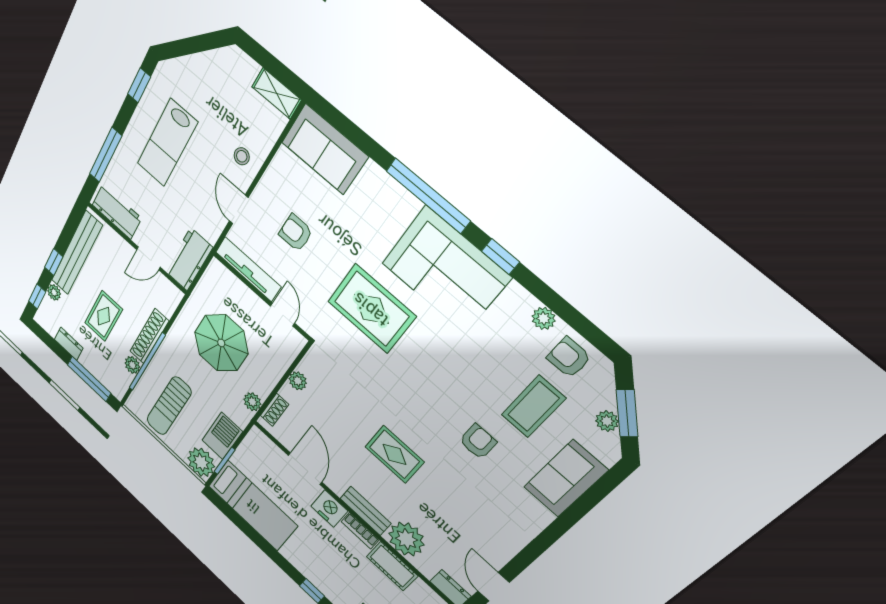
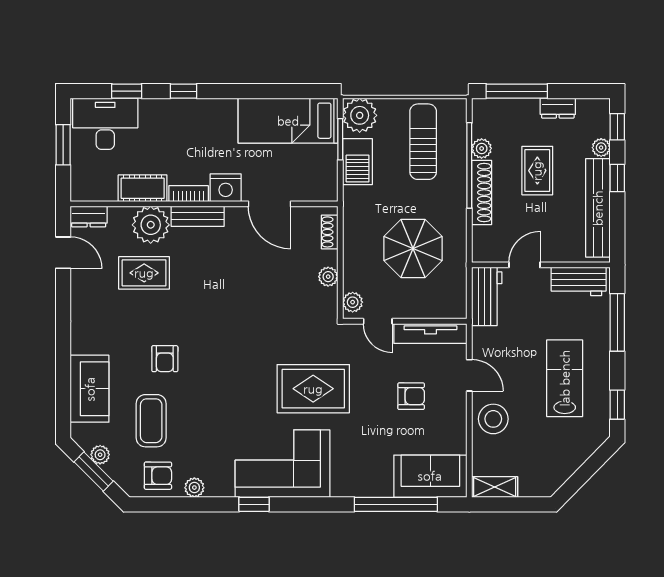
stool: (242, 156) -> (493, 419), width x1.89, depth x1.89
window: (428, 196) -> (396, 504), moved
plant: (252, 402) -> (353, 302), moved
rug: (394, 454) -> (144, 273), moved

